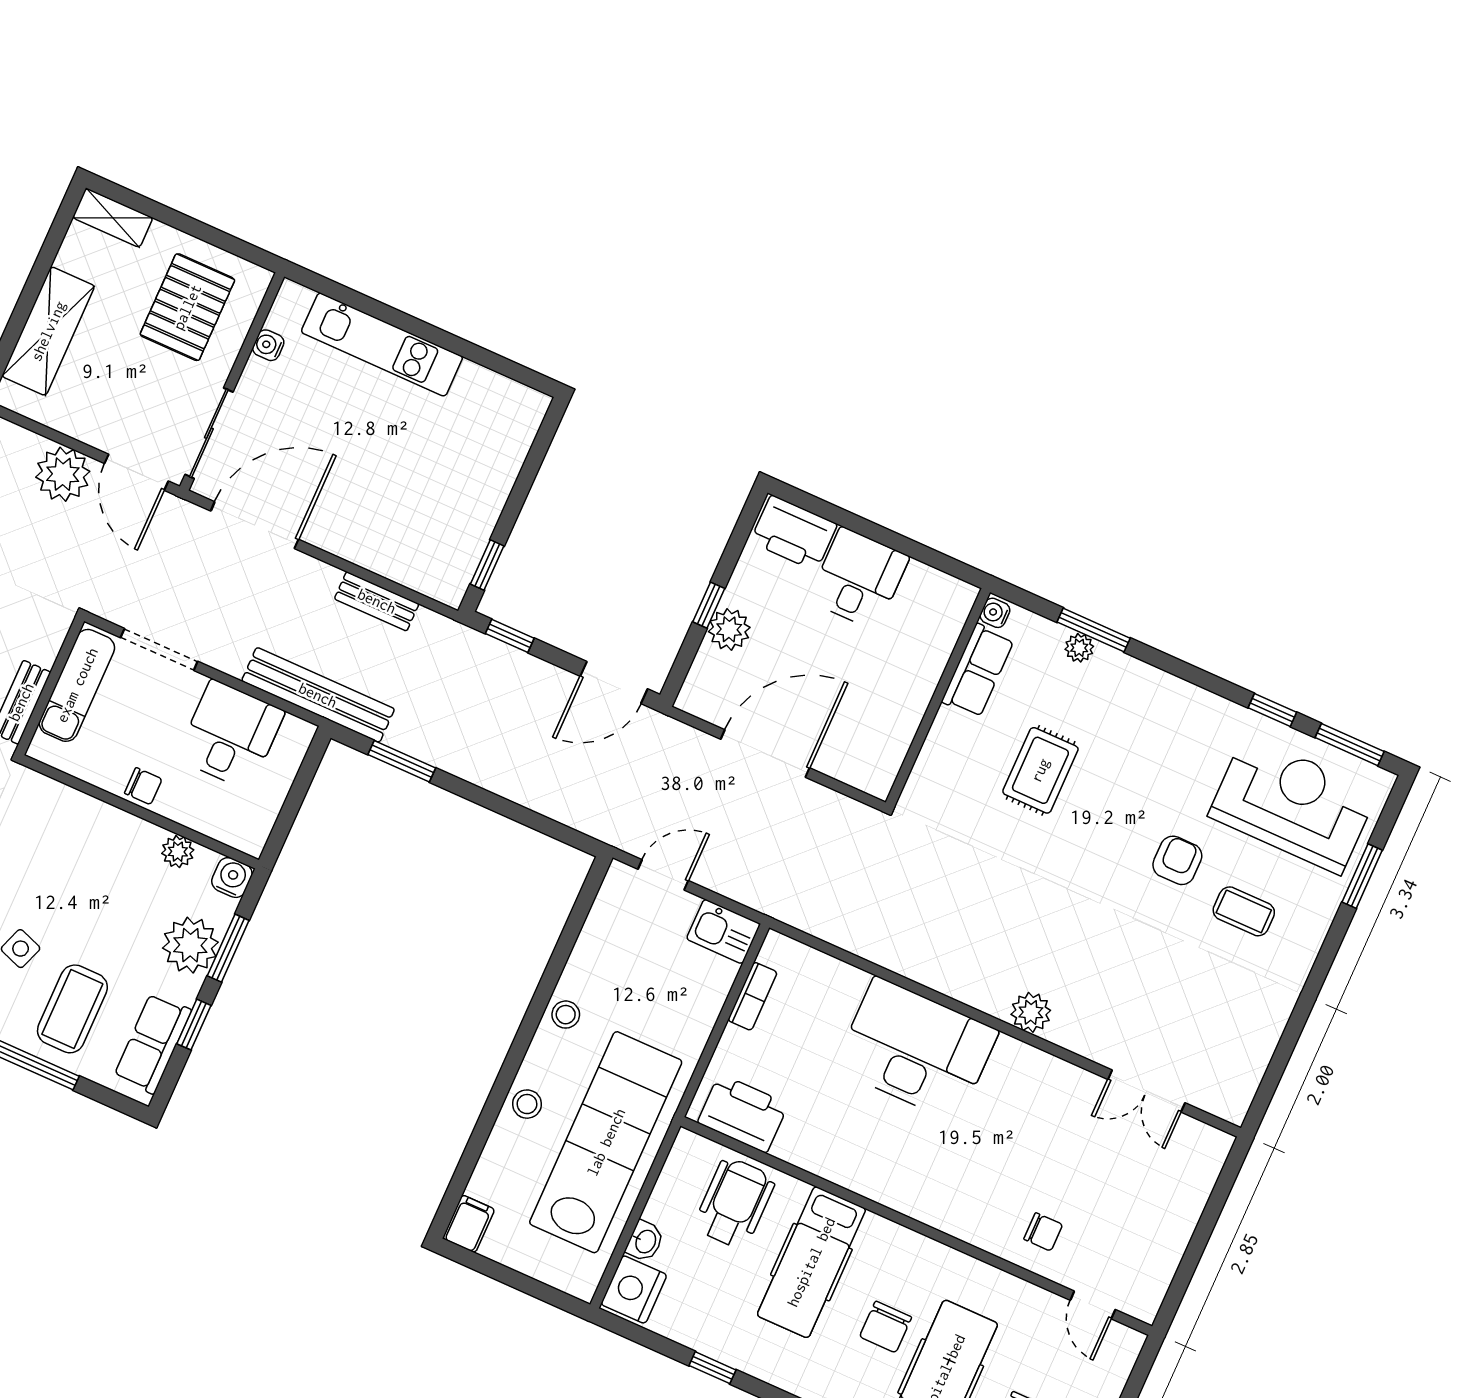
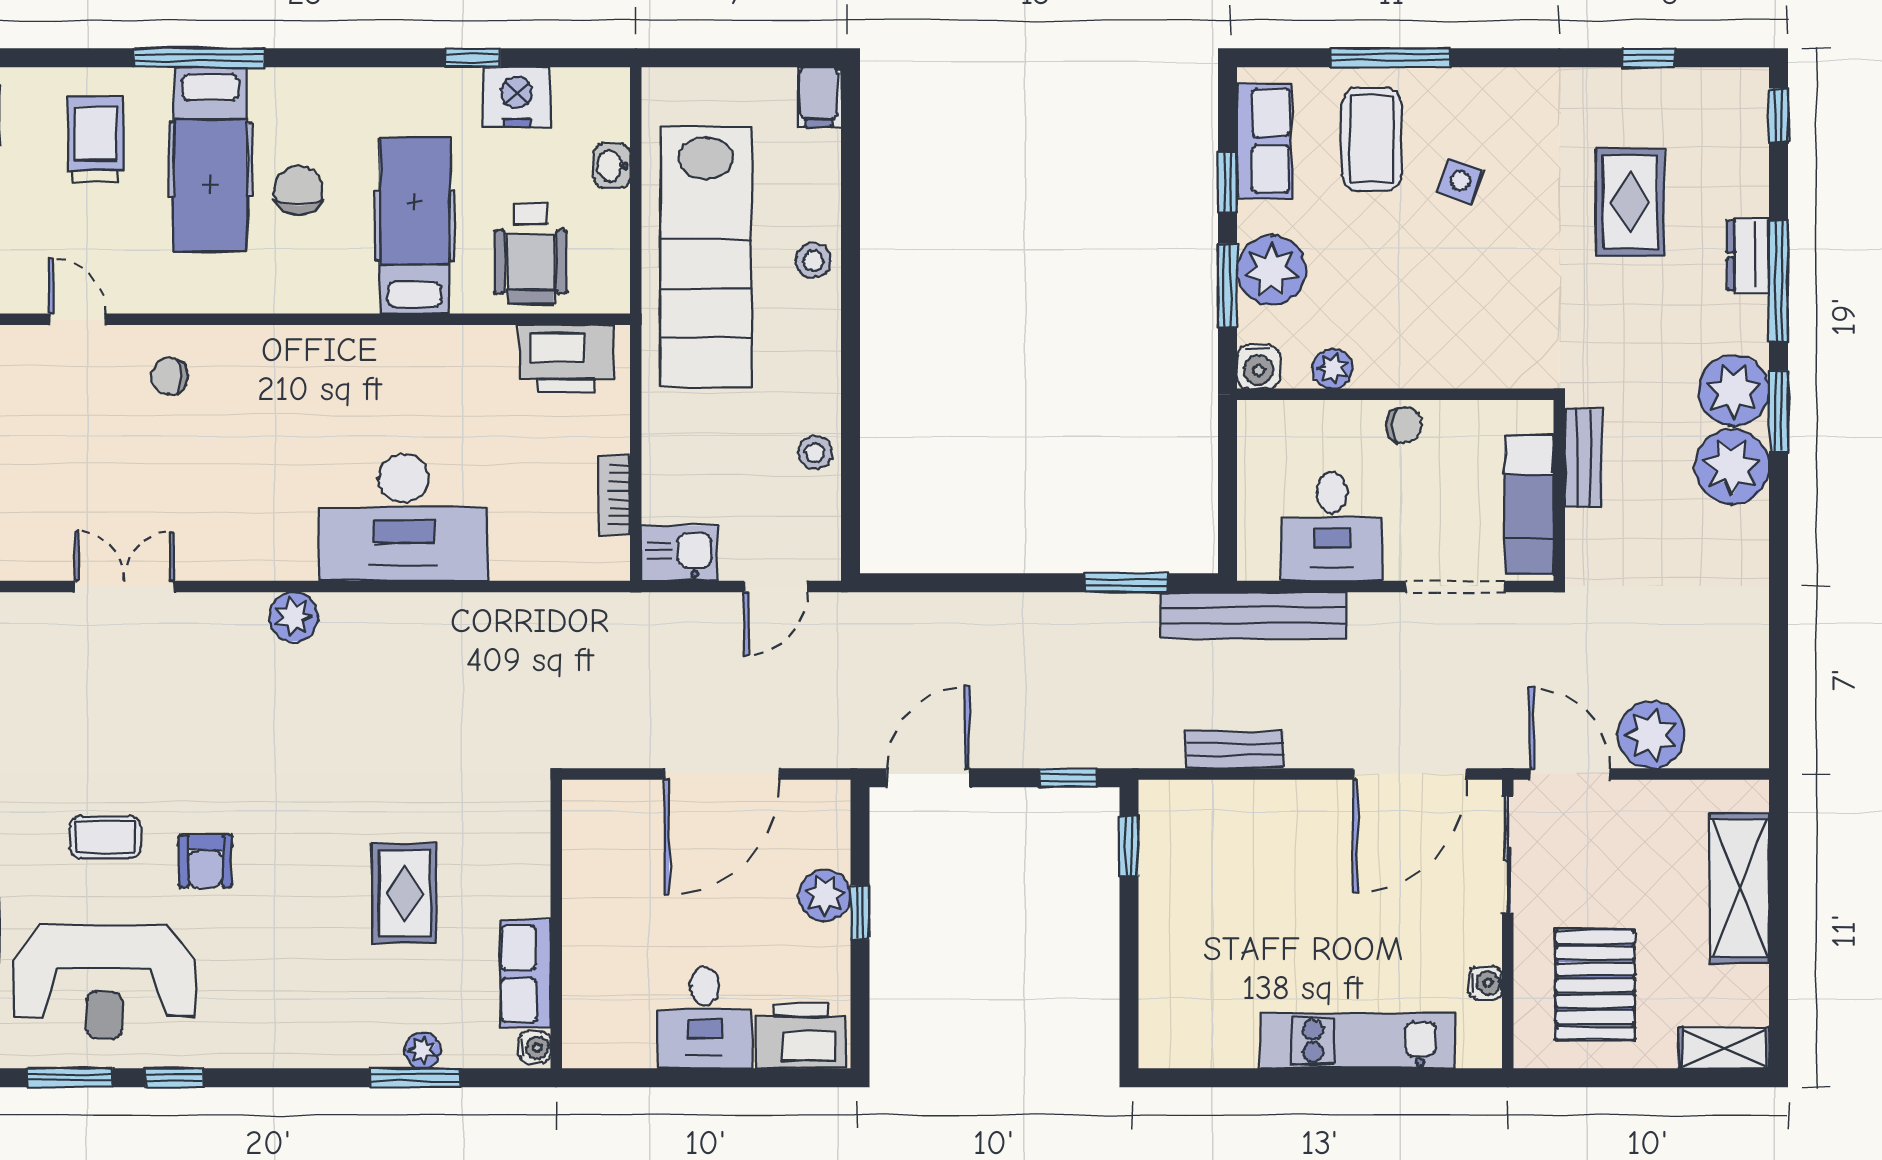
chair: (143, 786) -> (1404, 425), turned 180
stool: (566, 1015) -> (815, 453), moved
nightstand: (634, 1290) -> (516, 97), moved, turned -90

